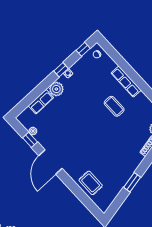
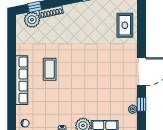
row of seats: (126, 82) -> (22, 80), width x1.36

